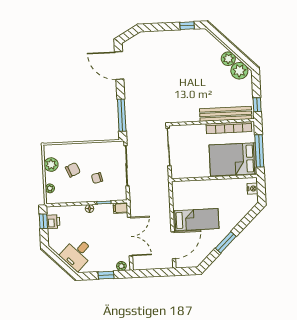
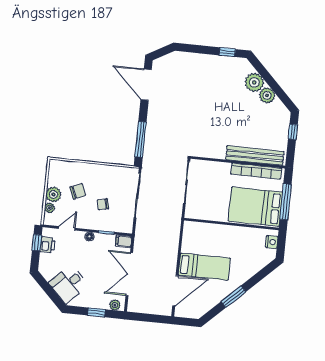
plant: (239, 71) -> (254, 82), moved
window: (257, 105) -> (293, 132), moved
plant: (51, 165) -> (53, 194), moved
door: (68, 204) -> (67, 228), added
double door: (130, 237) -> (129, 274), swing flipped

